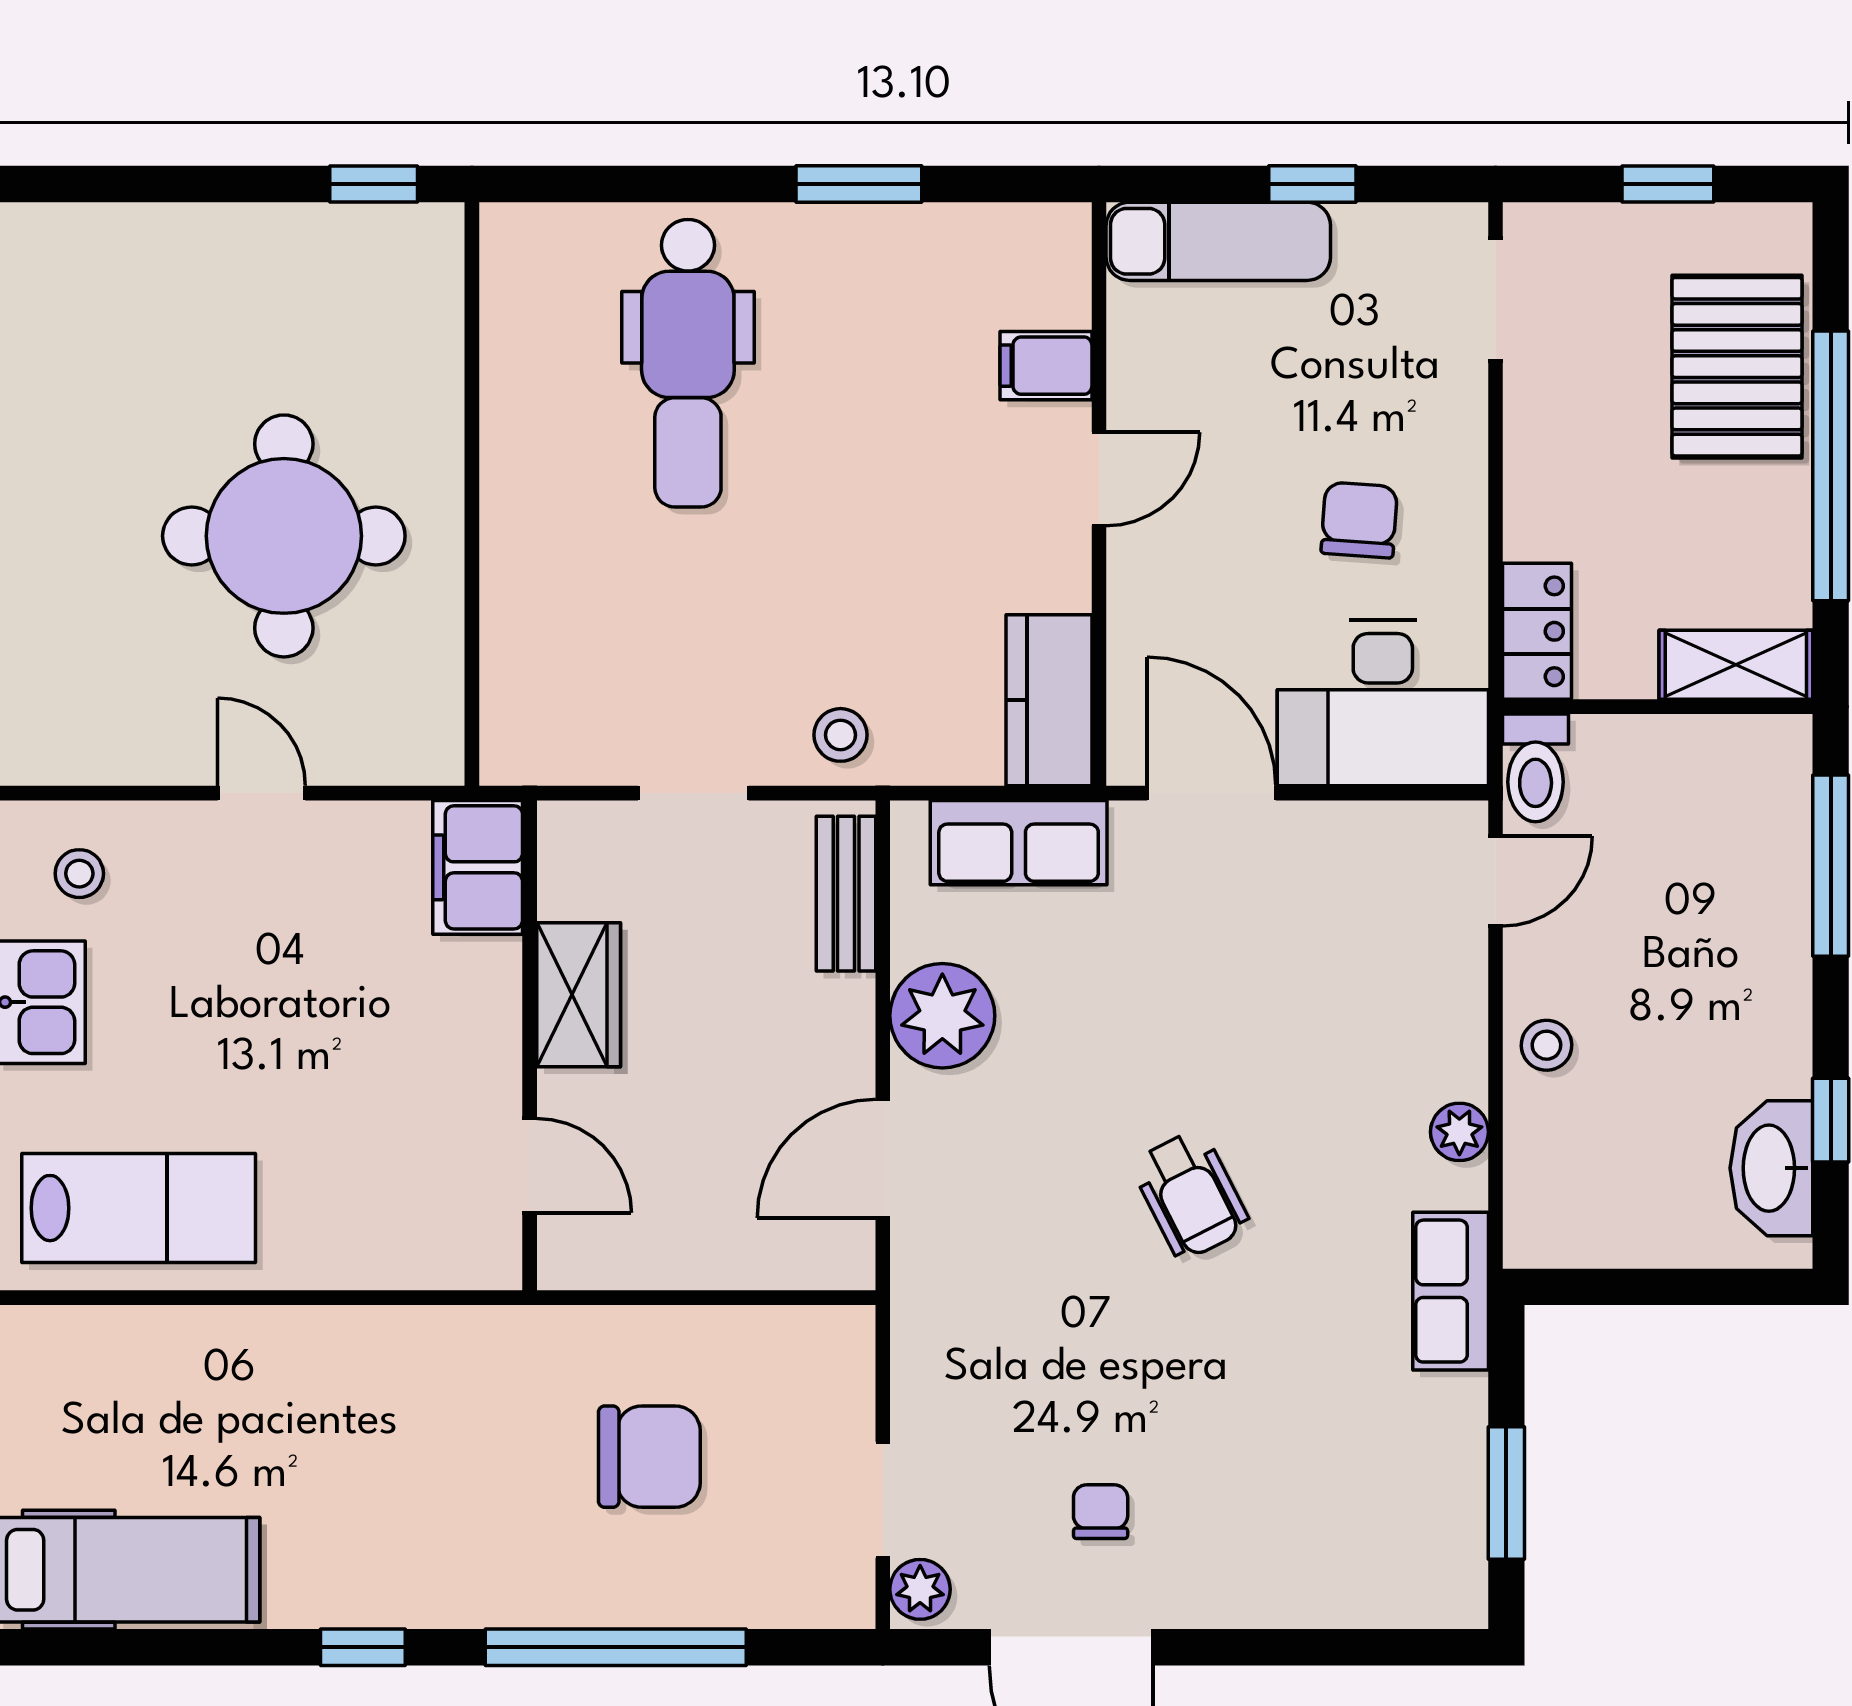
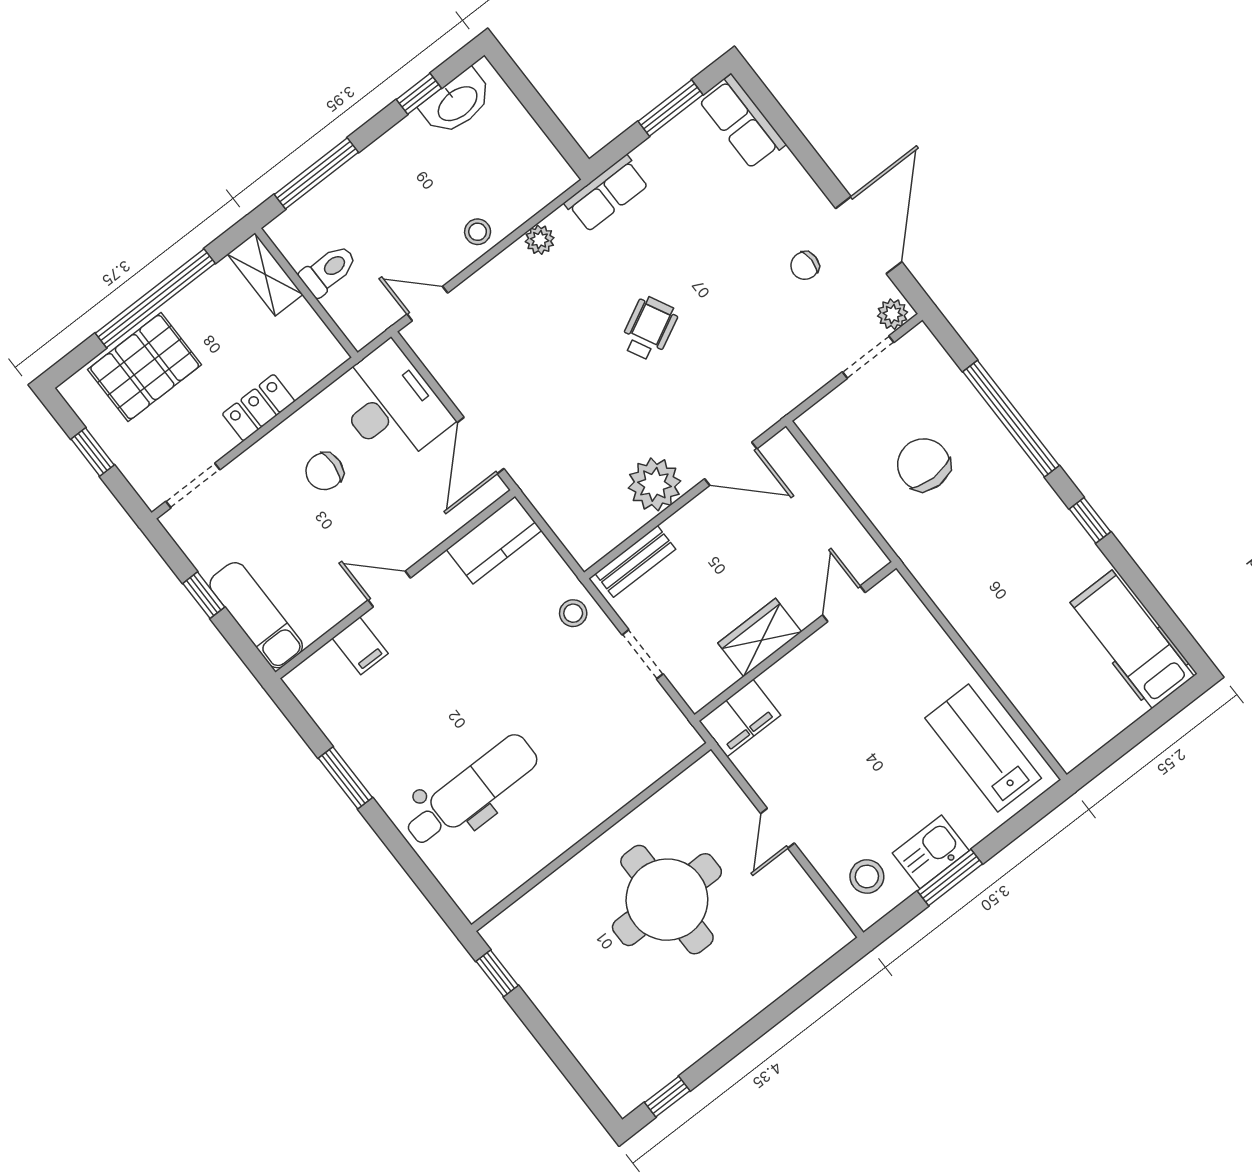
locker: (1537, 631) -> (259, 408), moved
toilet: (1536, 768) -> (328, 270), moved
row of seats: (1019, 843) -> (742, 122), moved, turned 180
stool: (79, 874) -> (867, 876), width x1.37, depth x1.37

